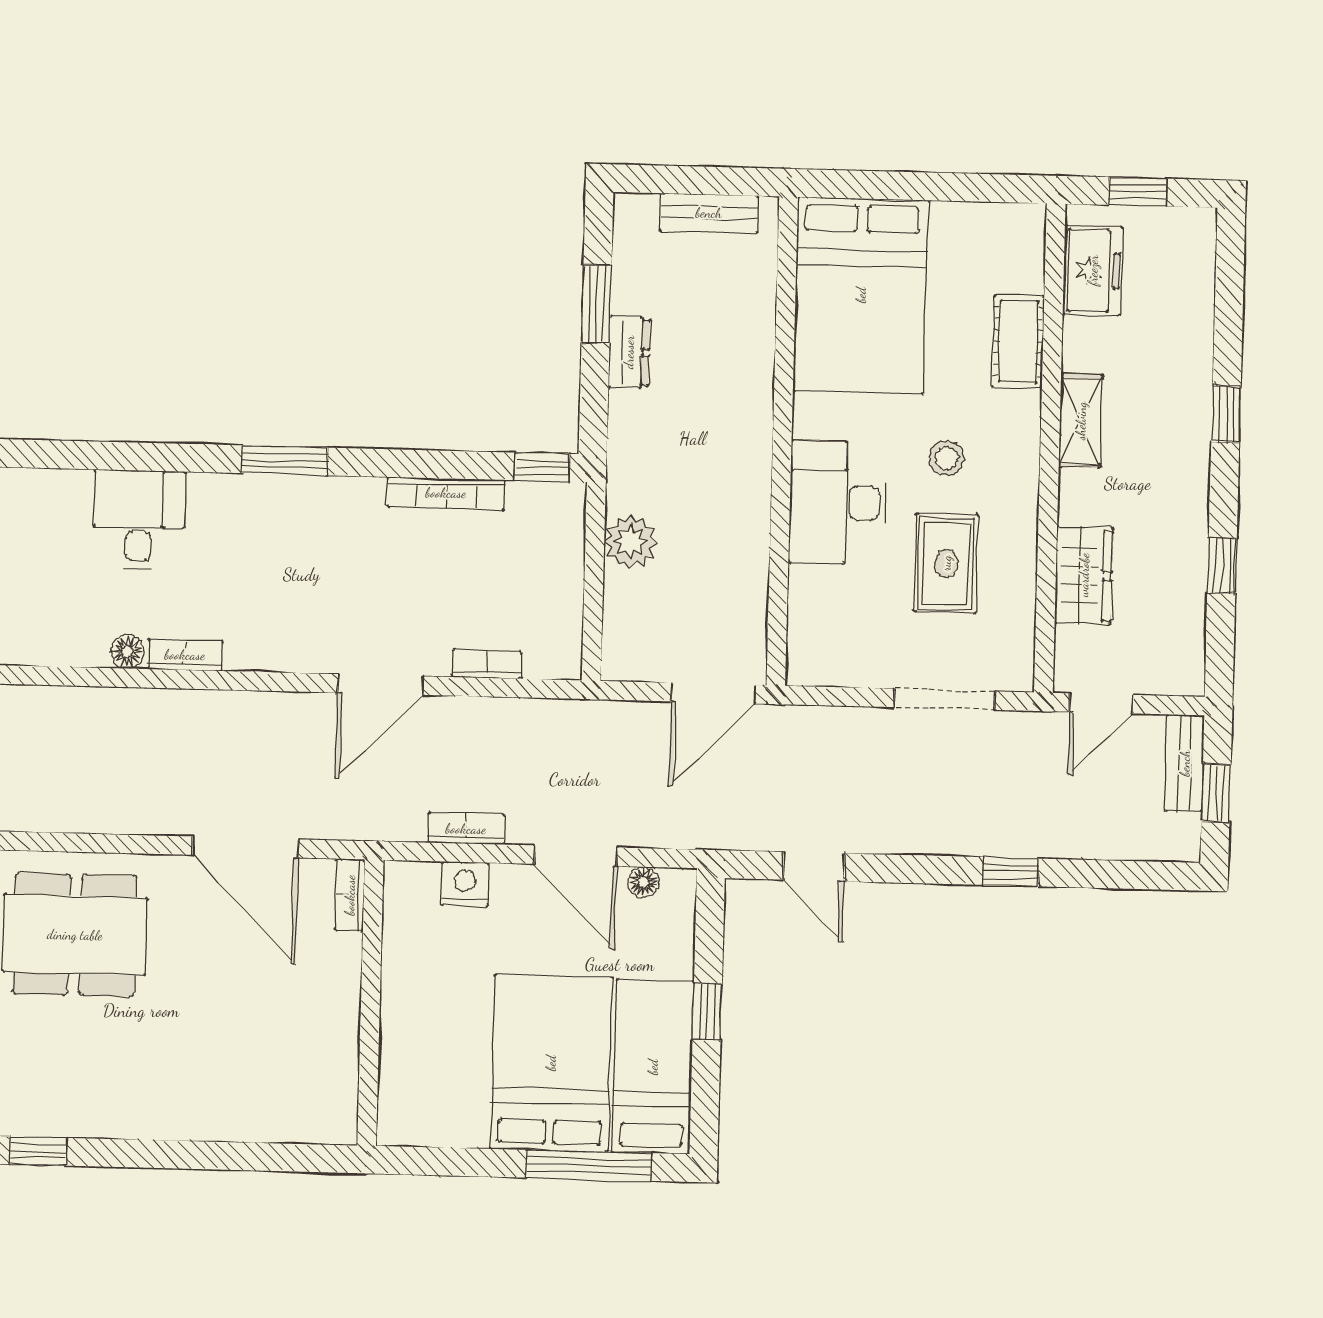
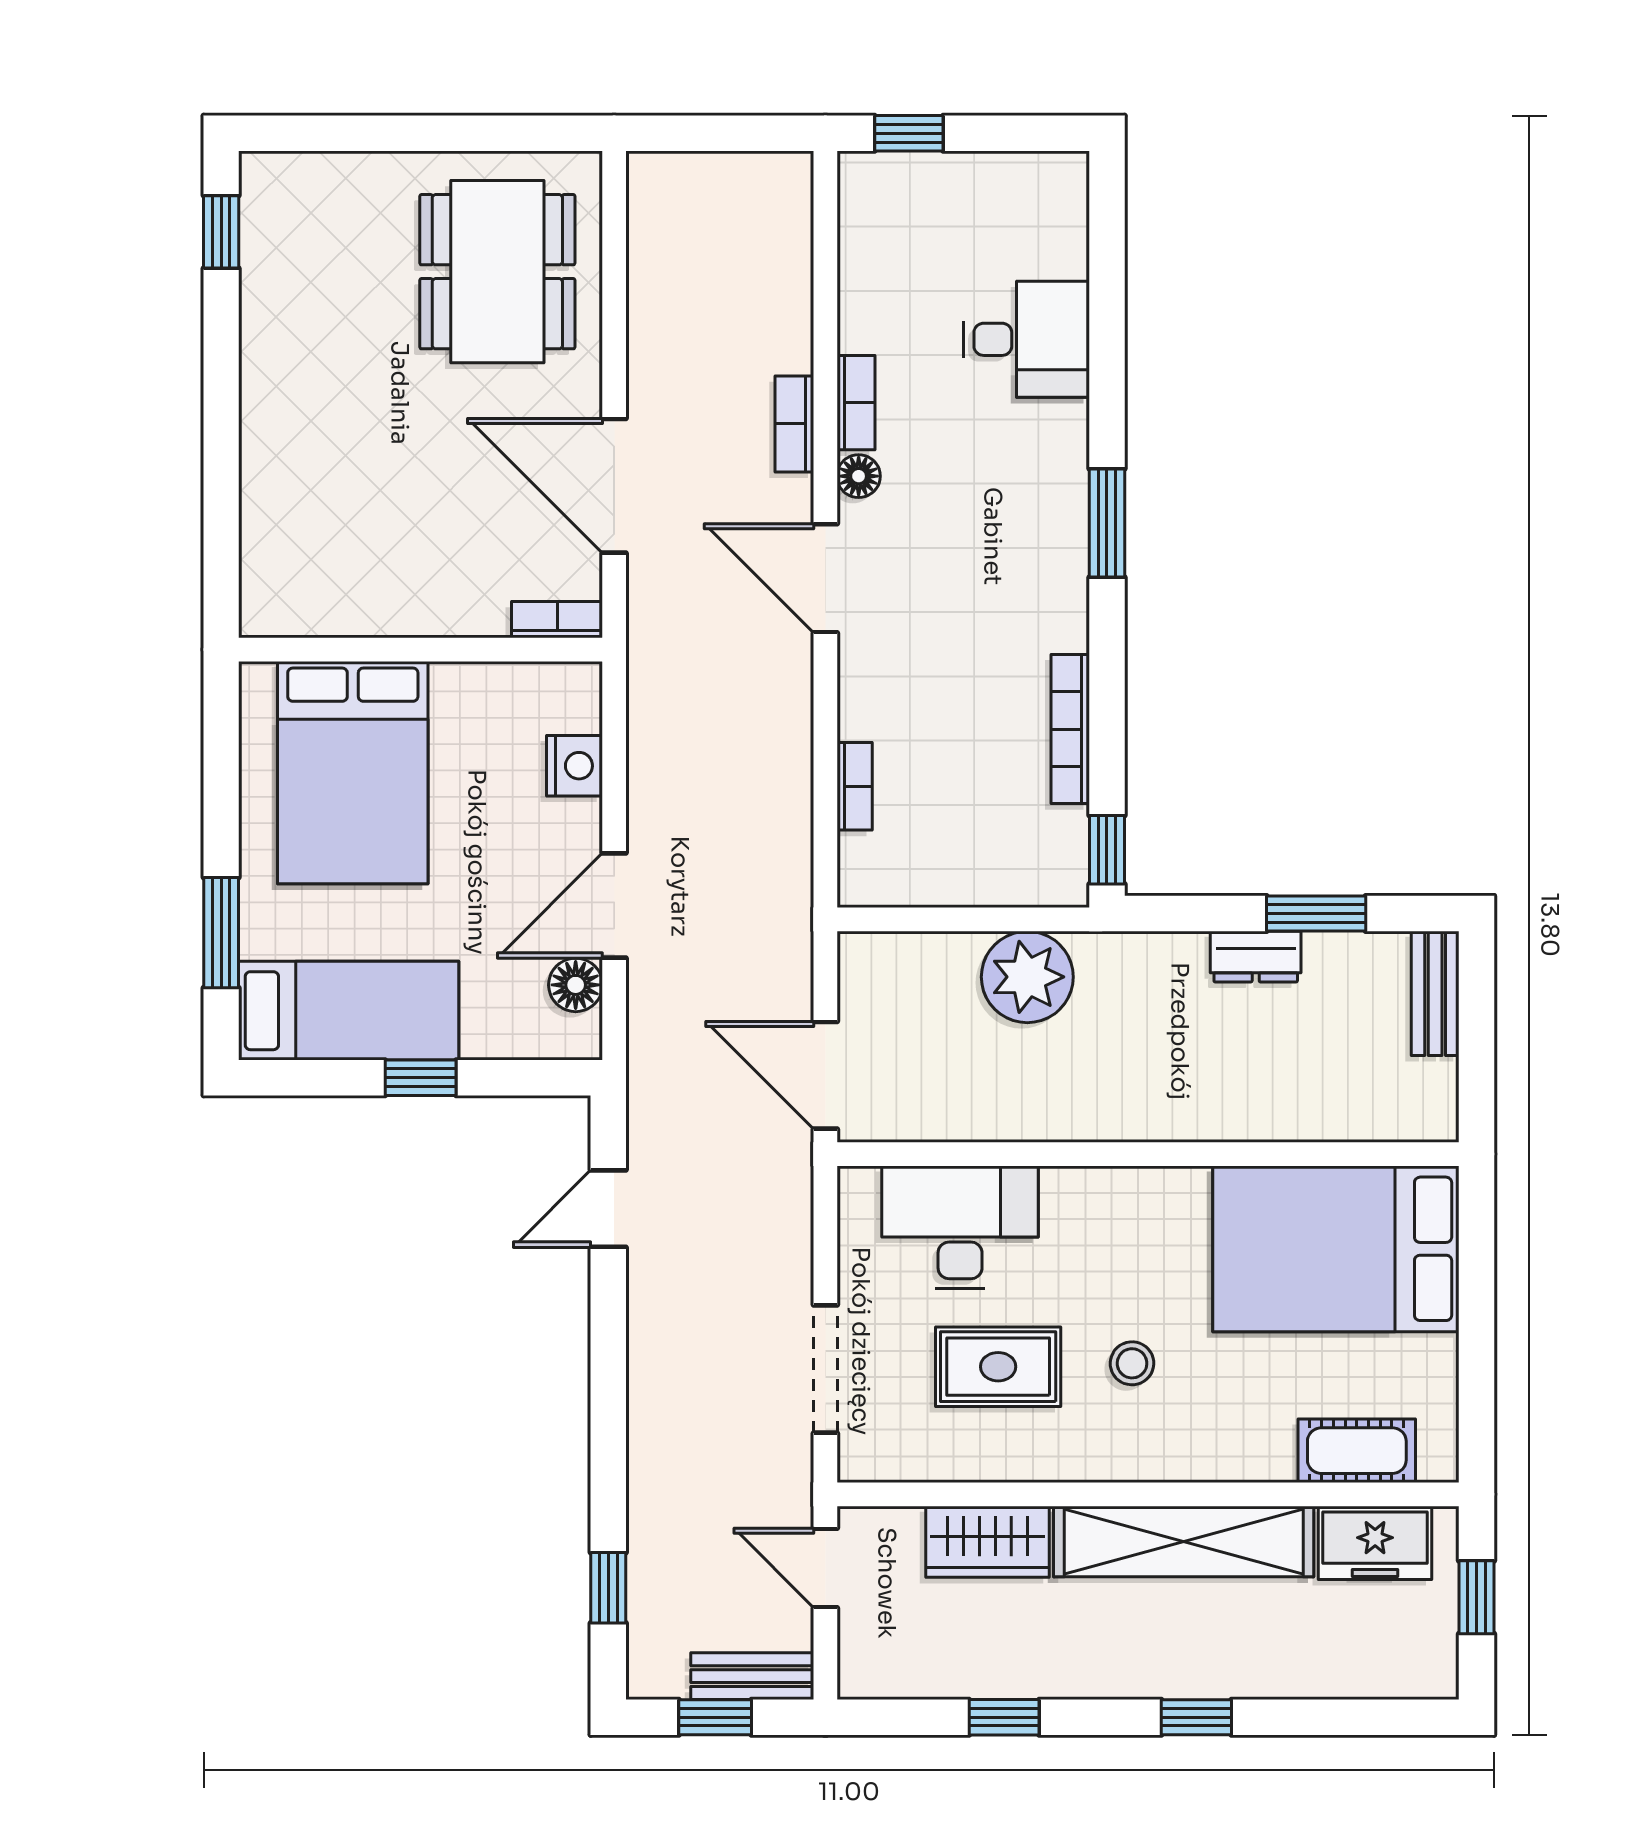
bench: (709, 213) -> (1435, 993), moved
cot: (1018, 342) -> (1357, 1451), moved
shelving: (1081, 421) -> (1184, 1541), width x2.20, depth x1.33
desk: (838, 503) -> (960, 1227), moved
plant: (631, 542) -> (1027, 977), width x1.36, depth x1.36
floor lamp: (127, 652) -> (859, 476), moved
door: (381, 684) -> (825, 578), moved
bookcase: (466, 829) -> (794, 424), moved, turned 180
door: (246, 847) -> (614, 486), hinge flipped
window: (1011, 872) -> (608, 1588), moved
floor lamp: (643, 882) -> (576, 985), width x1.37, depth x1.37
bed: (551, 1063) -> (353, 773), moved, turned 90
window: (589, 1165) -> (221, 933), width x0.69

